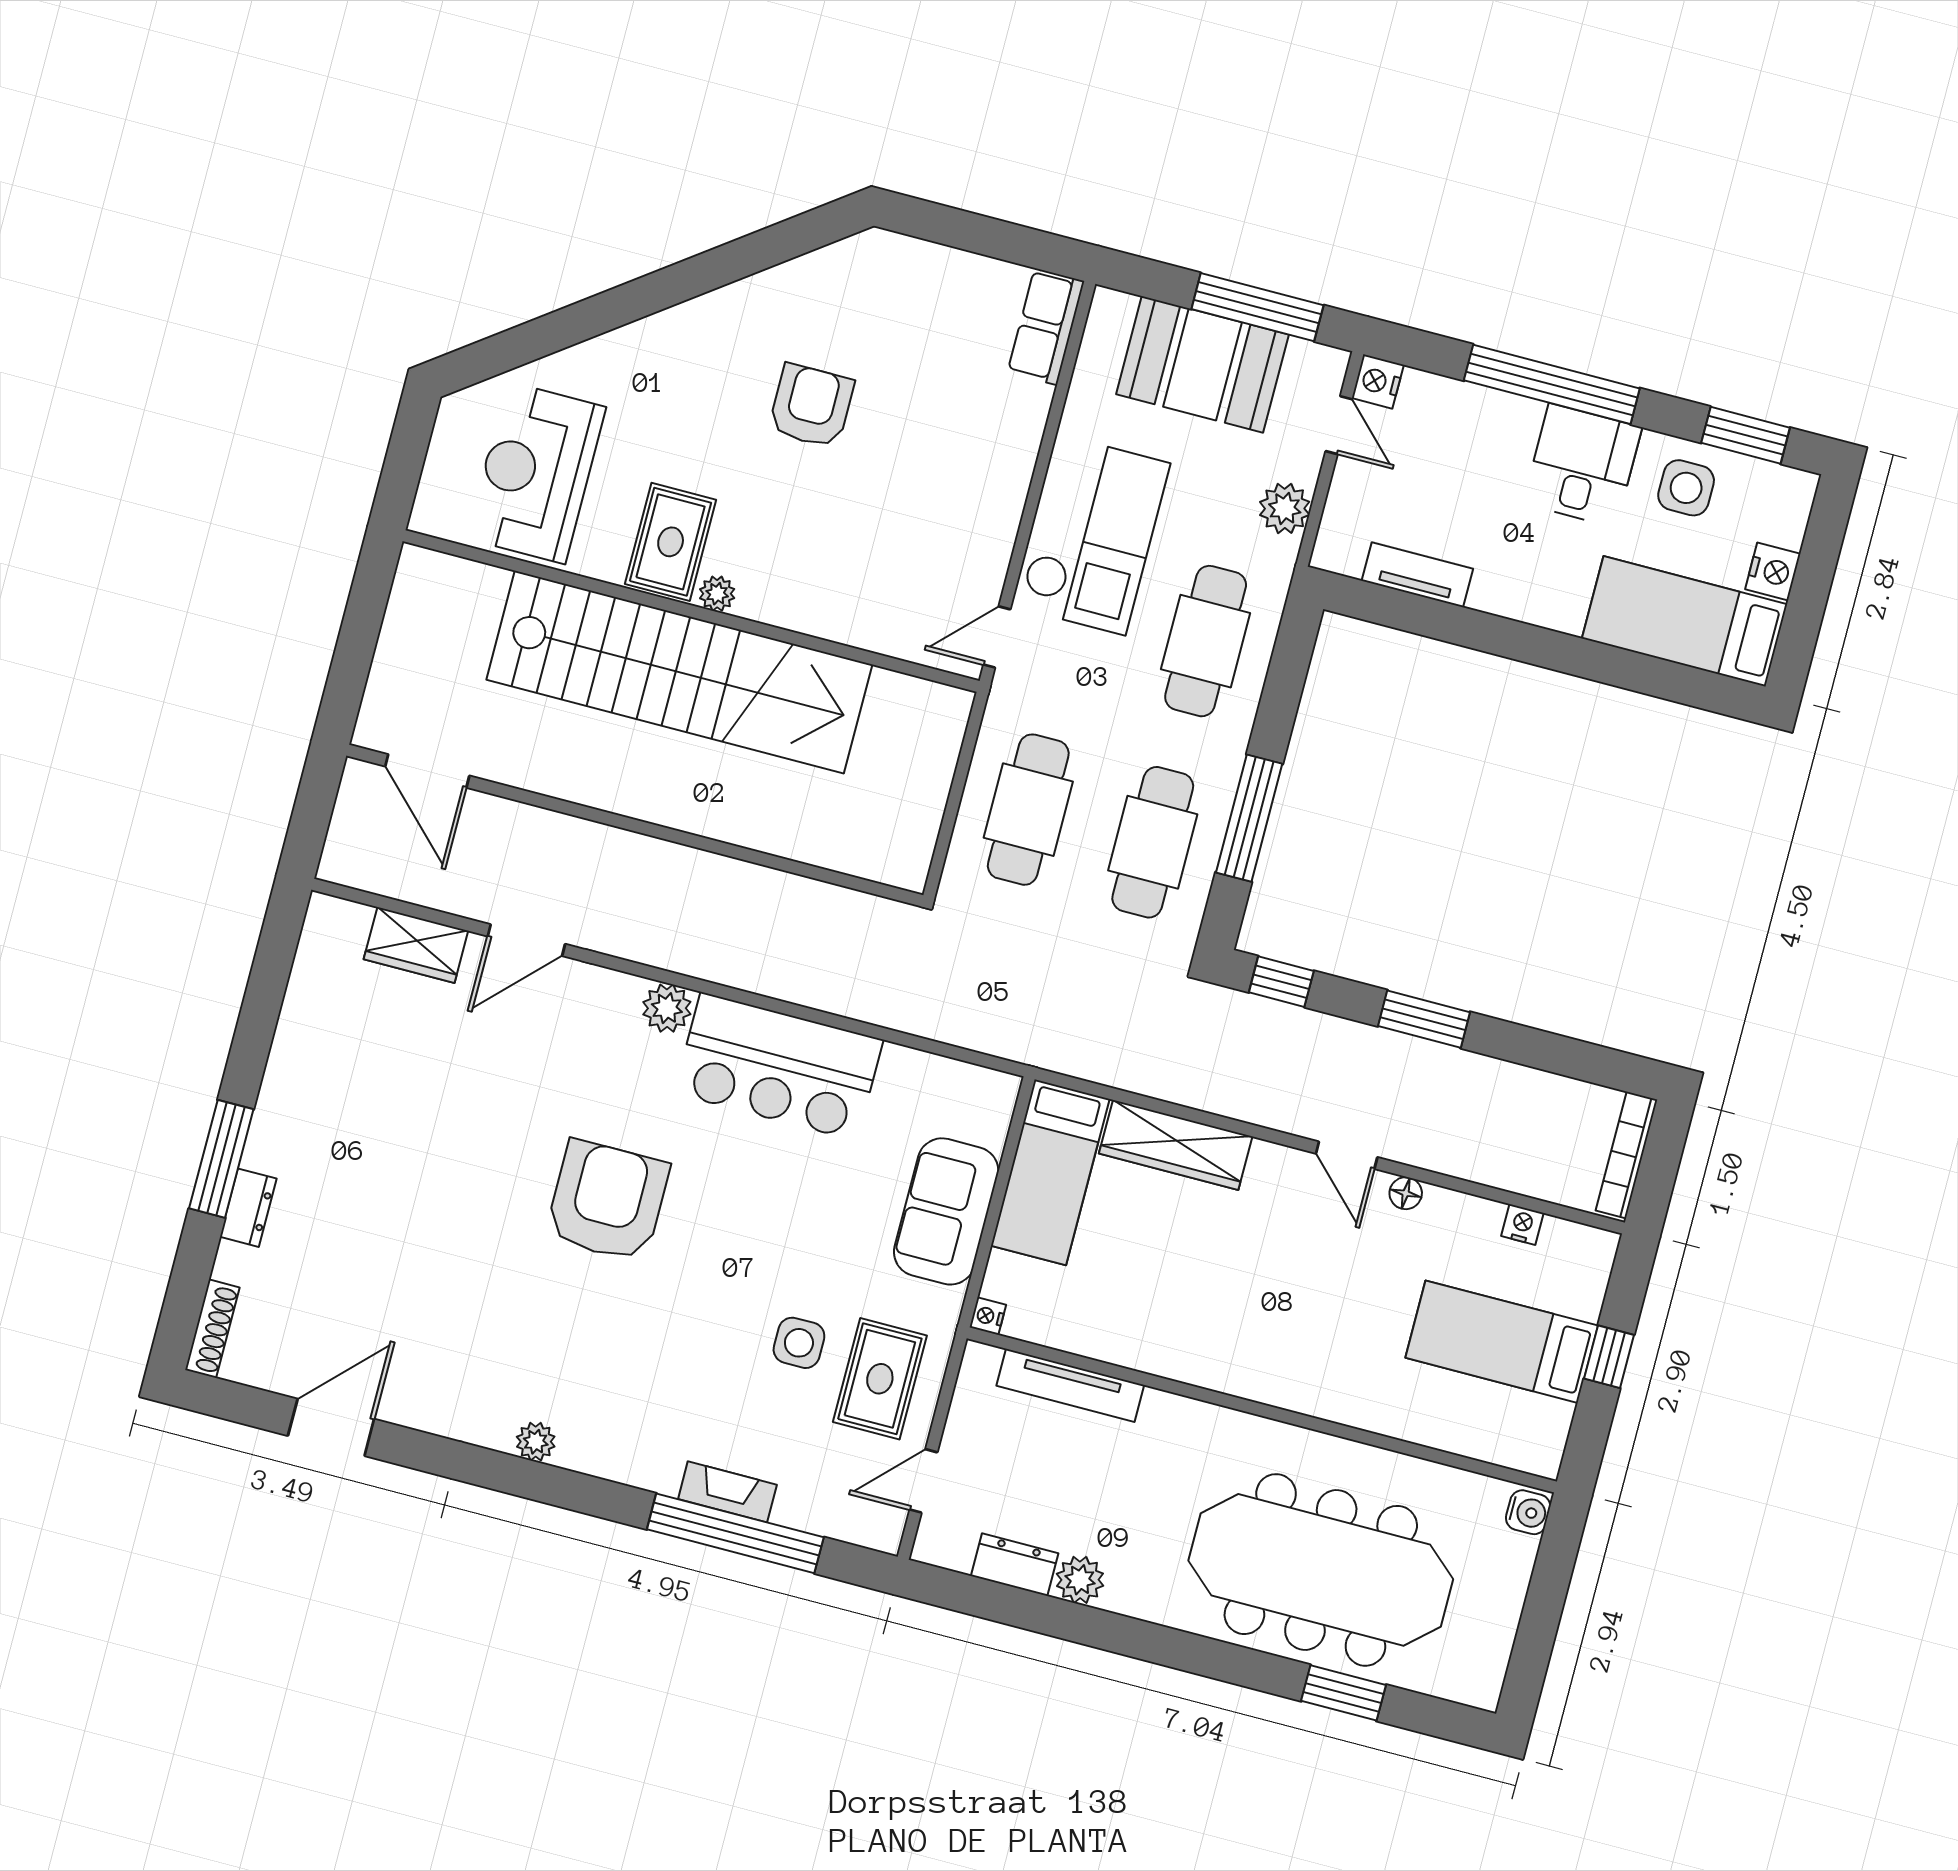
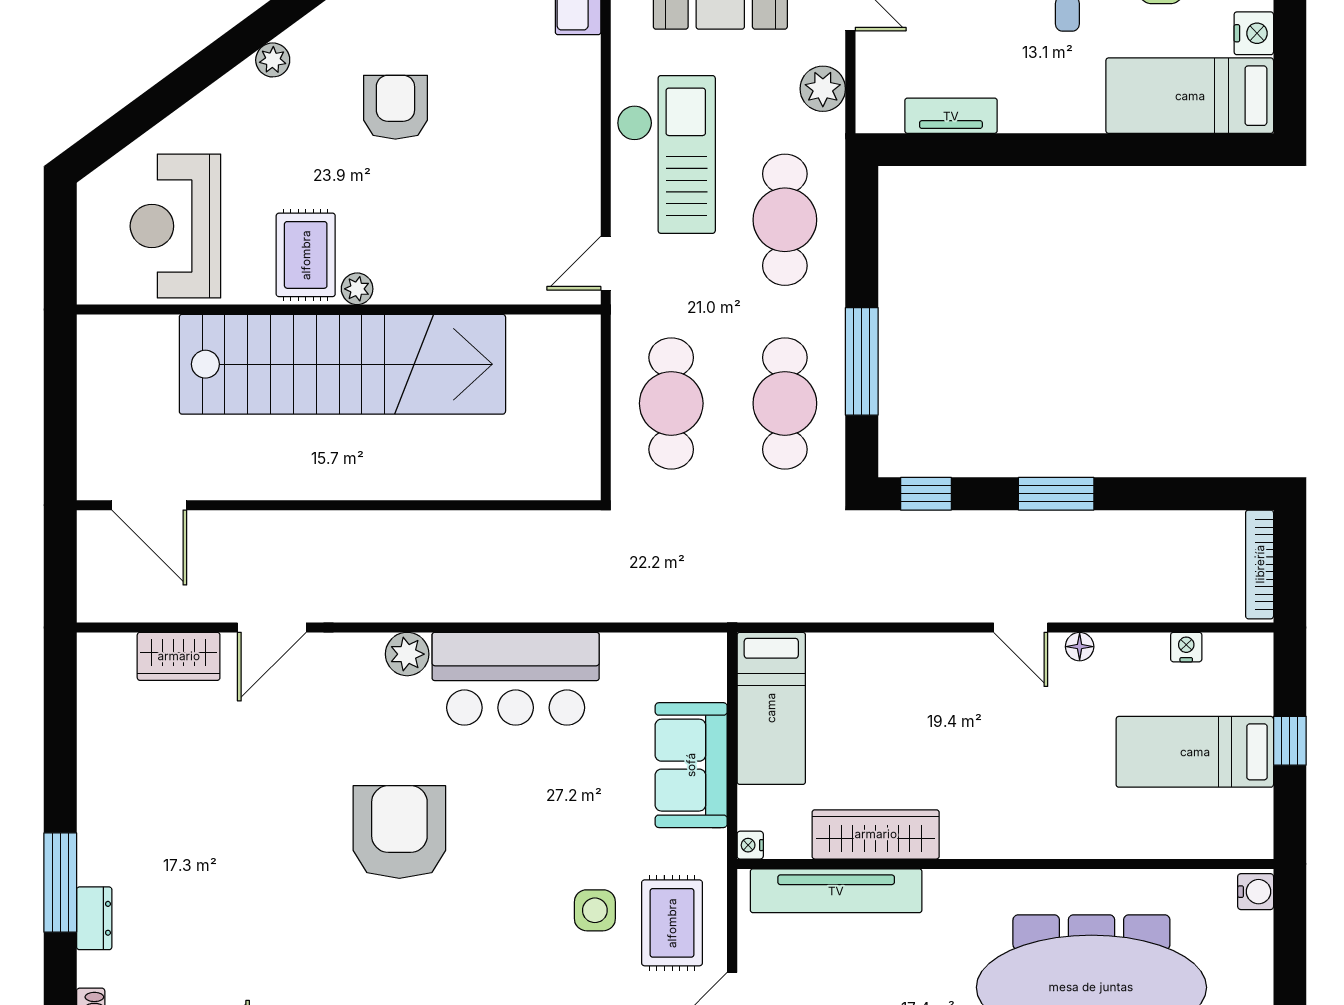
plant: (690, 319) -> (273, 60), added
wardrobe: (1176, 1145) -> (876, 834), moved, turned 180
tv unit: (1070, 1385) -> (836, 891), width x1.36, depth x1.29

